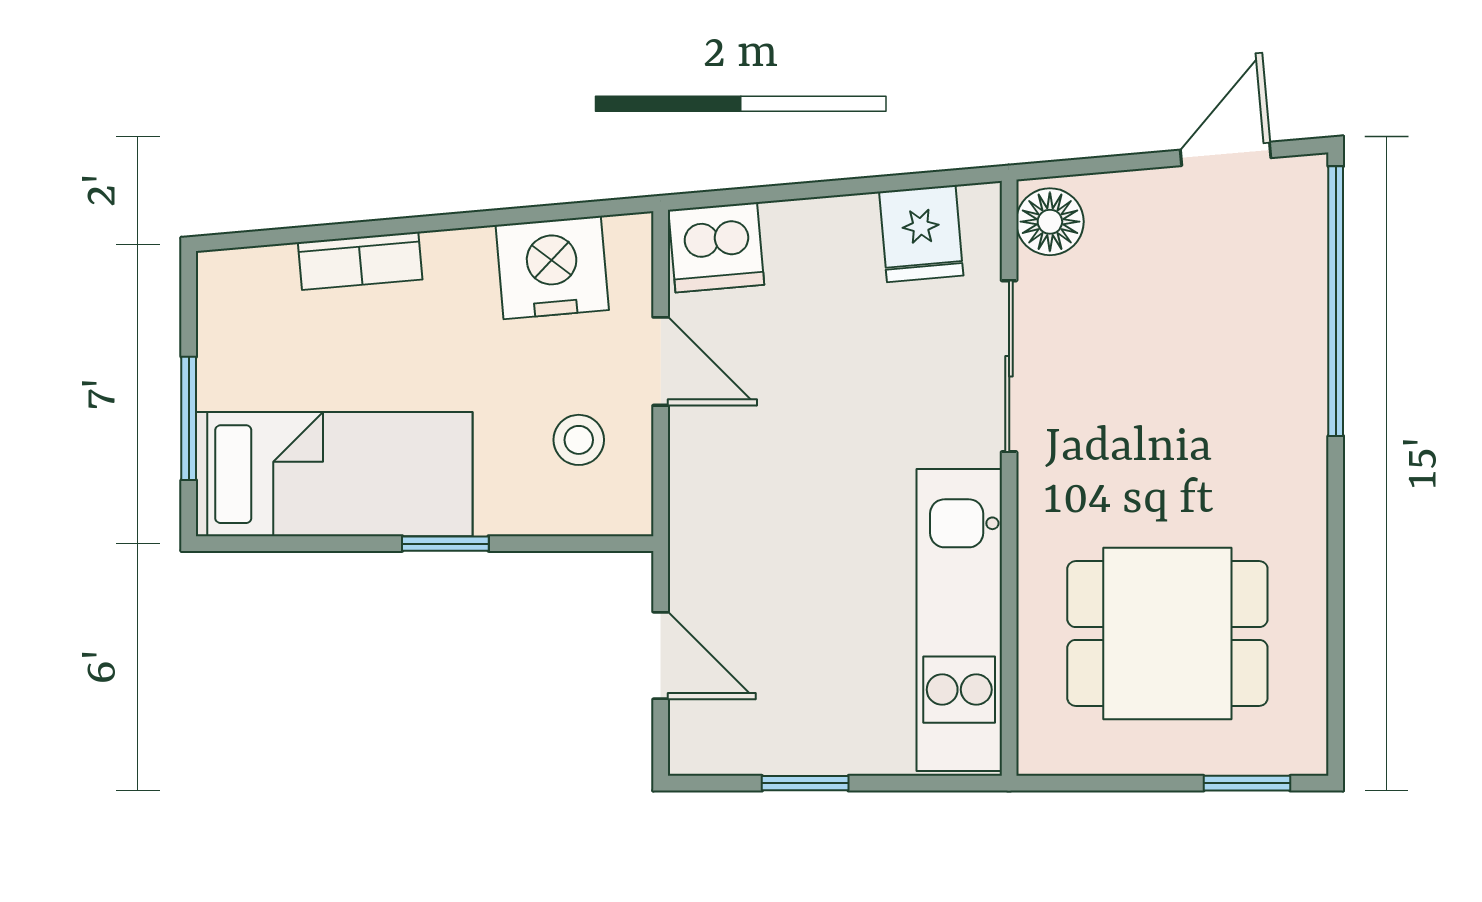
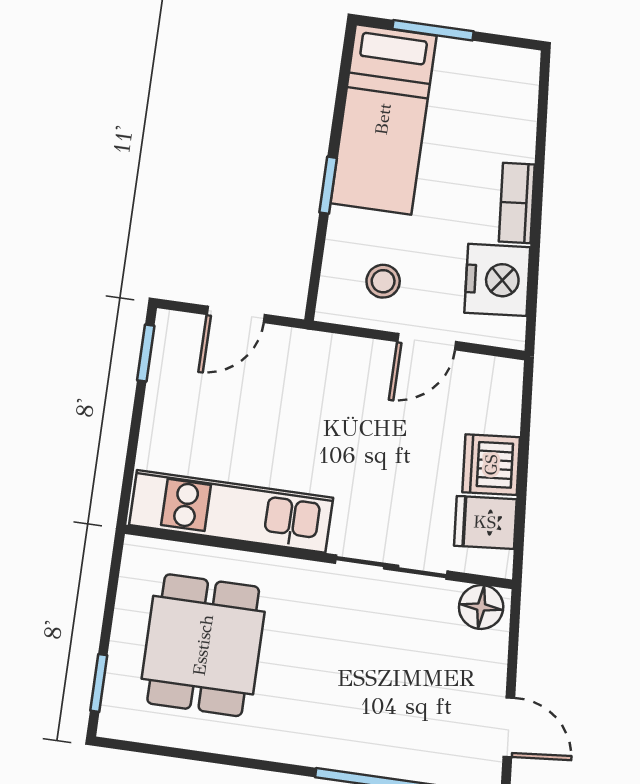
dishwasher: (716, 247) -> (491, 465), moved
bookcase: (360, 261) -> (517, 203), moved
window: (805, 783) -> (146, 353), moved

